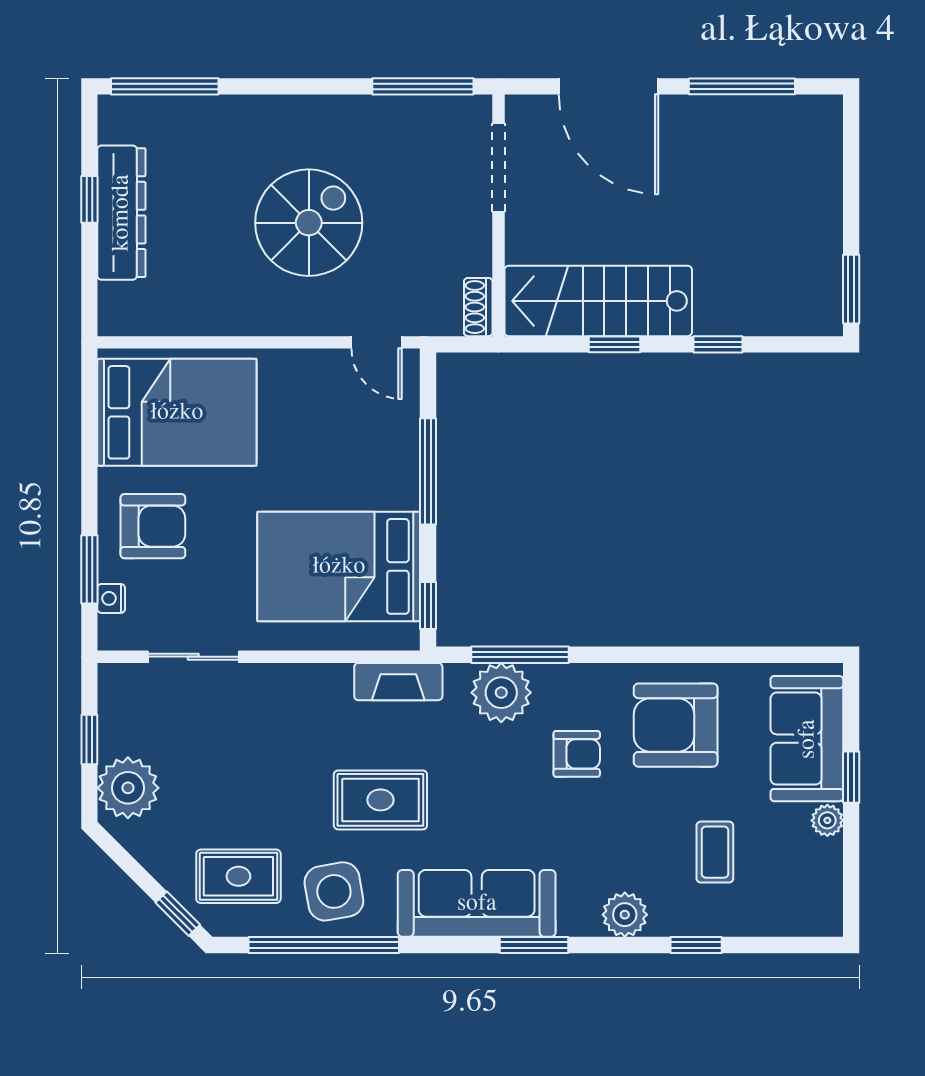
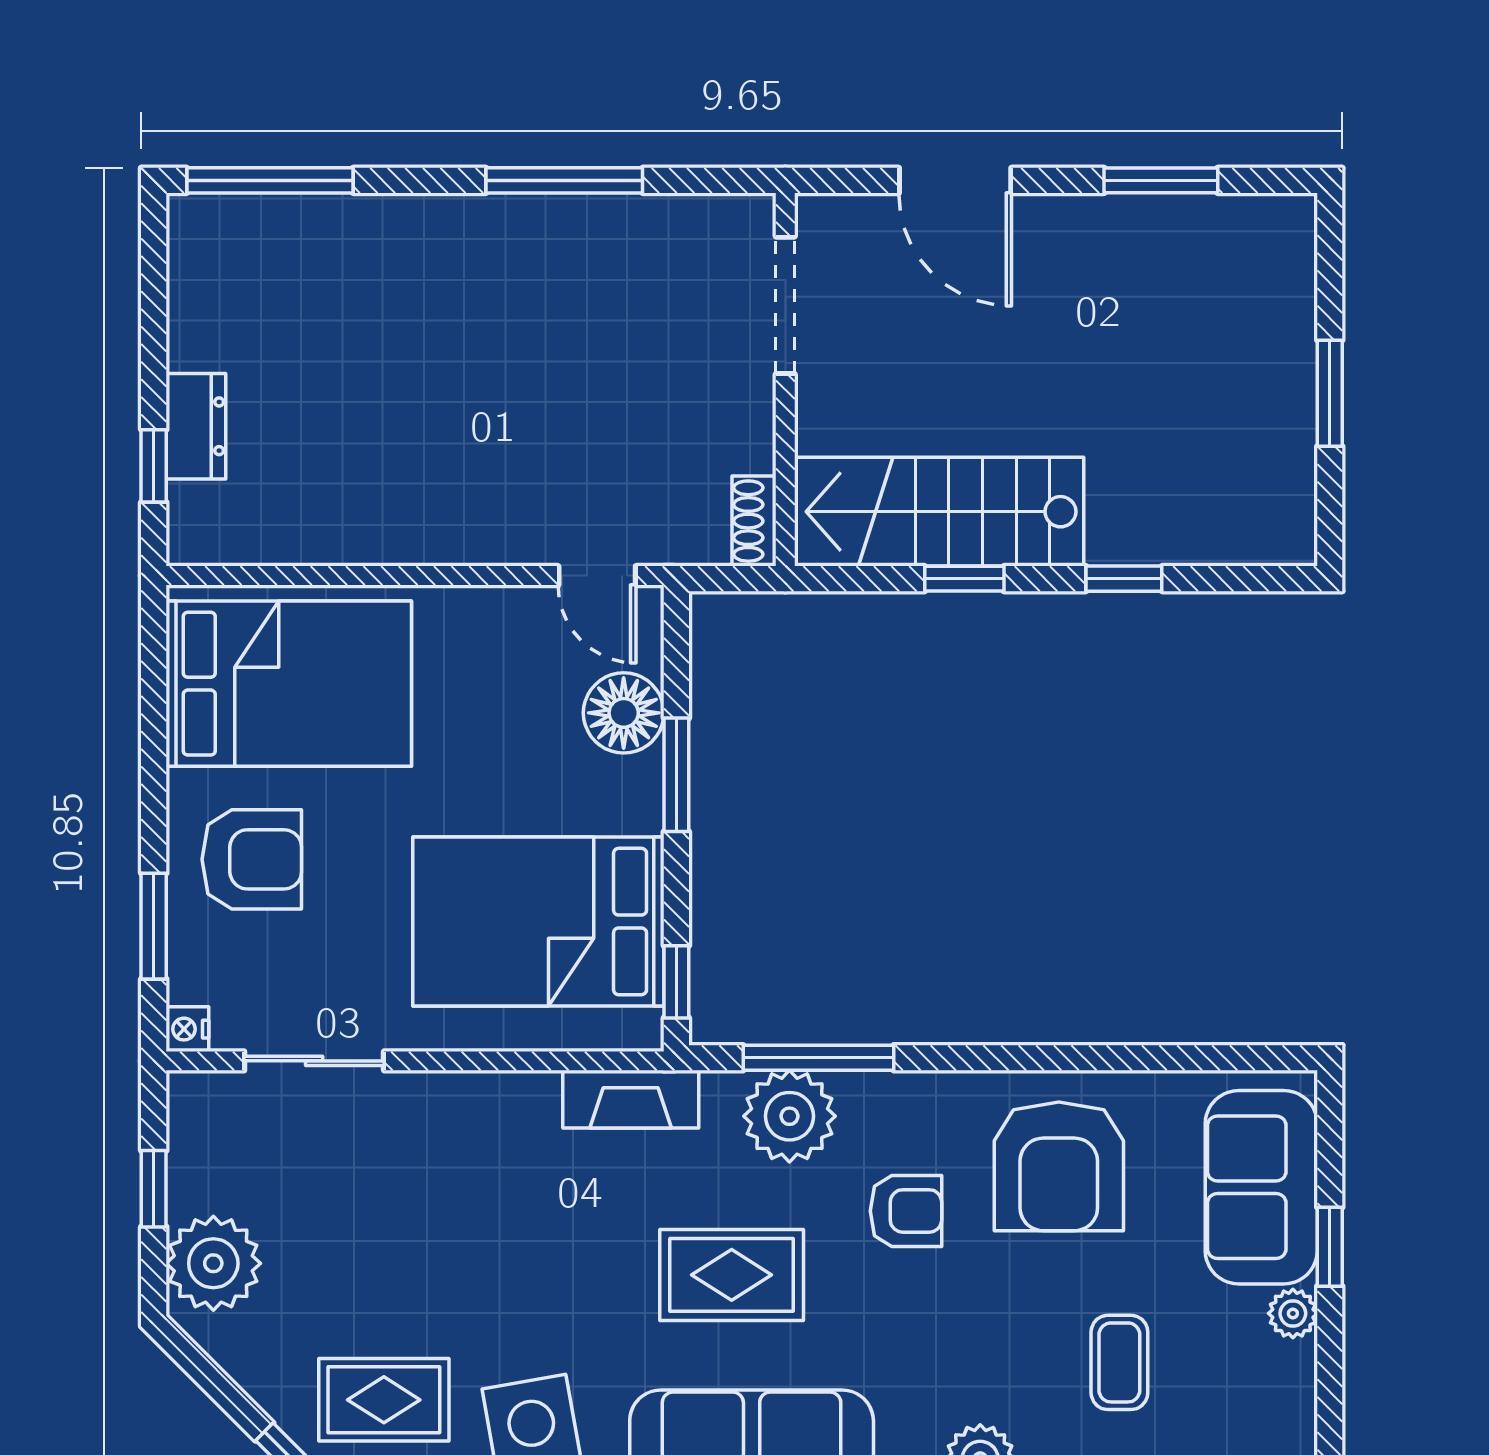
window: (423, 86) -> (564, 180), moved
door: (609, 86) -> (955, 180), width x0.73
window: (742, 86) -> (1161, 180), width x0.69
window: (89, 199) -> (154, 466), moved
dresser: (121, 213) -> (196, 426), width x0.51, depth x0.80
spiral stairs: (309, 223) -> (492, 391), removed
window: (851, 289) -> (1330, 393), moved
floor lamp: (394, 431) -> (624, 713), added
window: (428, 471) -> (676, 775), width x0.69
nightstand: (111, 598) -> (187, 1029), moved
armchair: (676, 725) -> (1059, 1166), turned -90
rug: (380, 800) -> (732, 1275), moved

